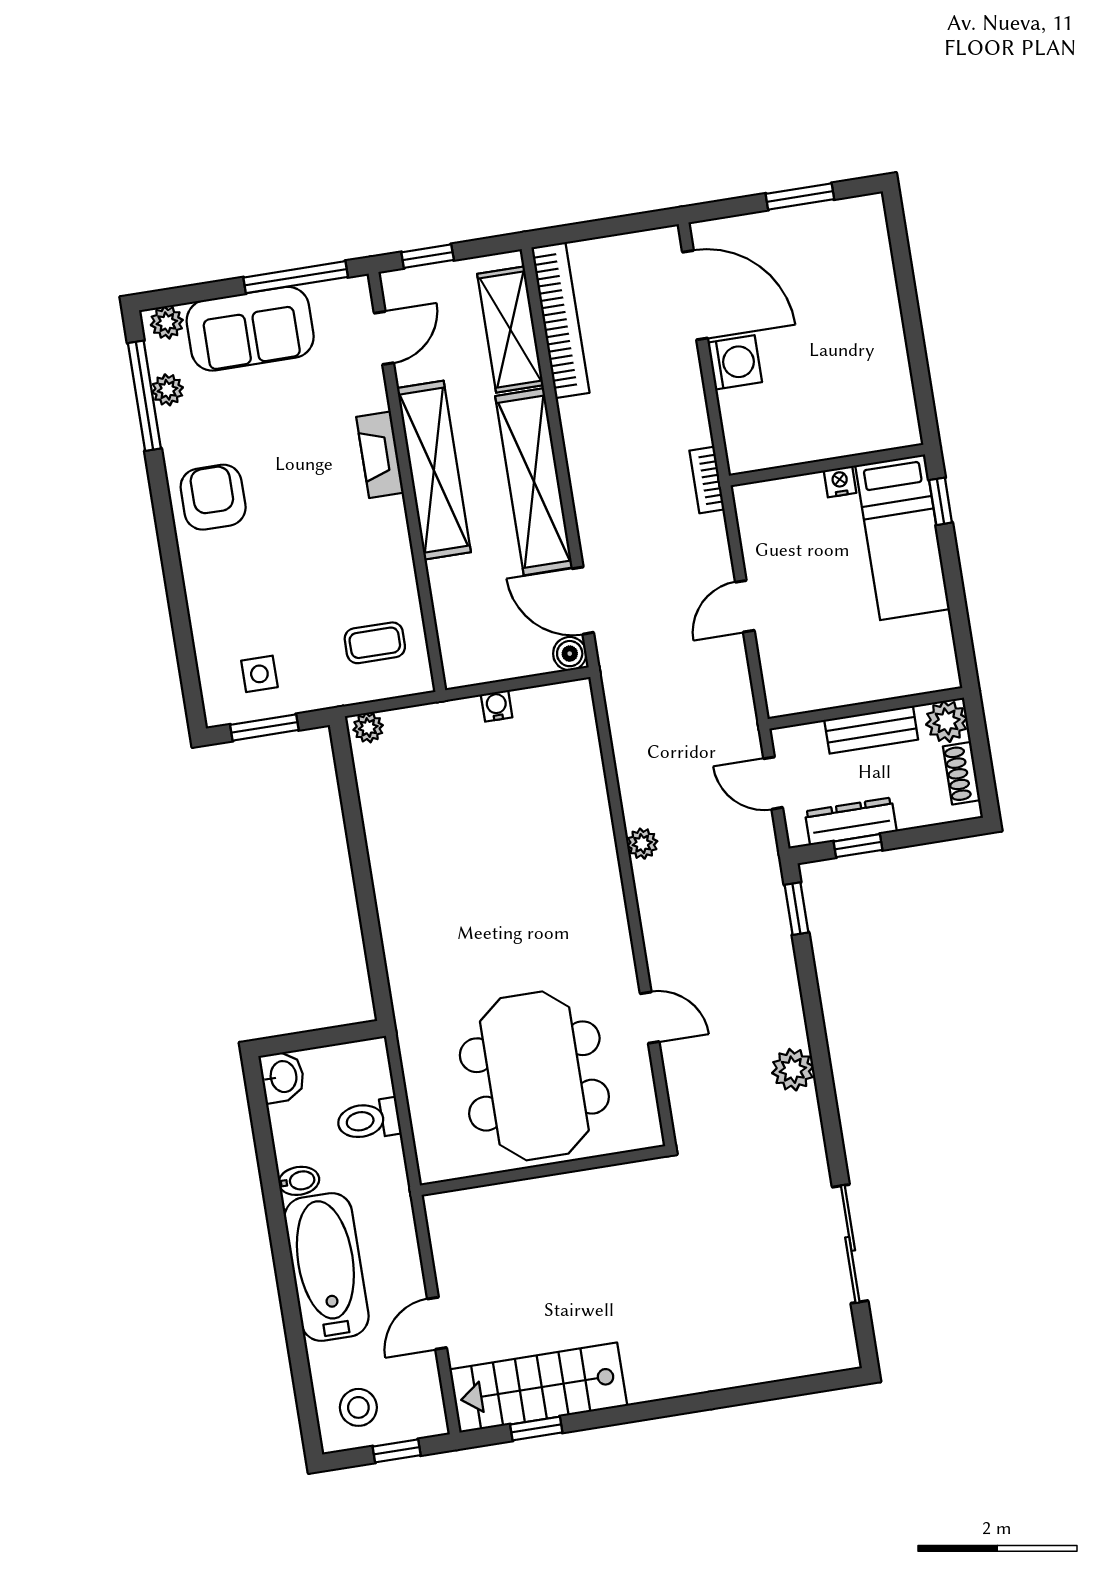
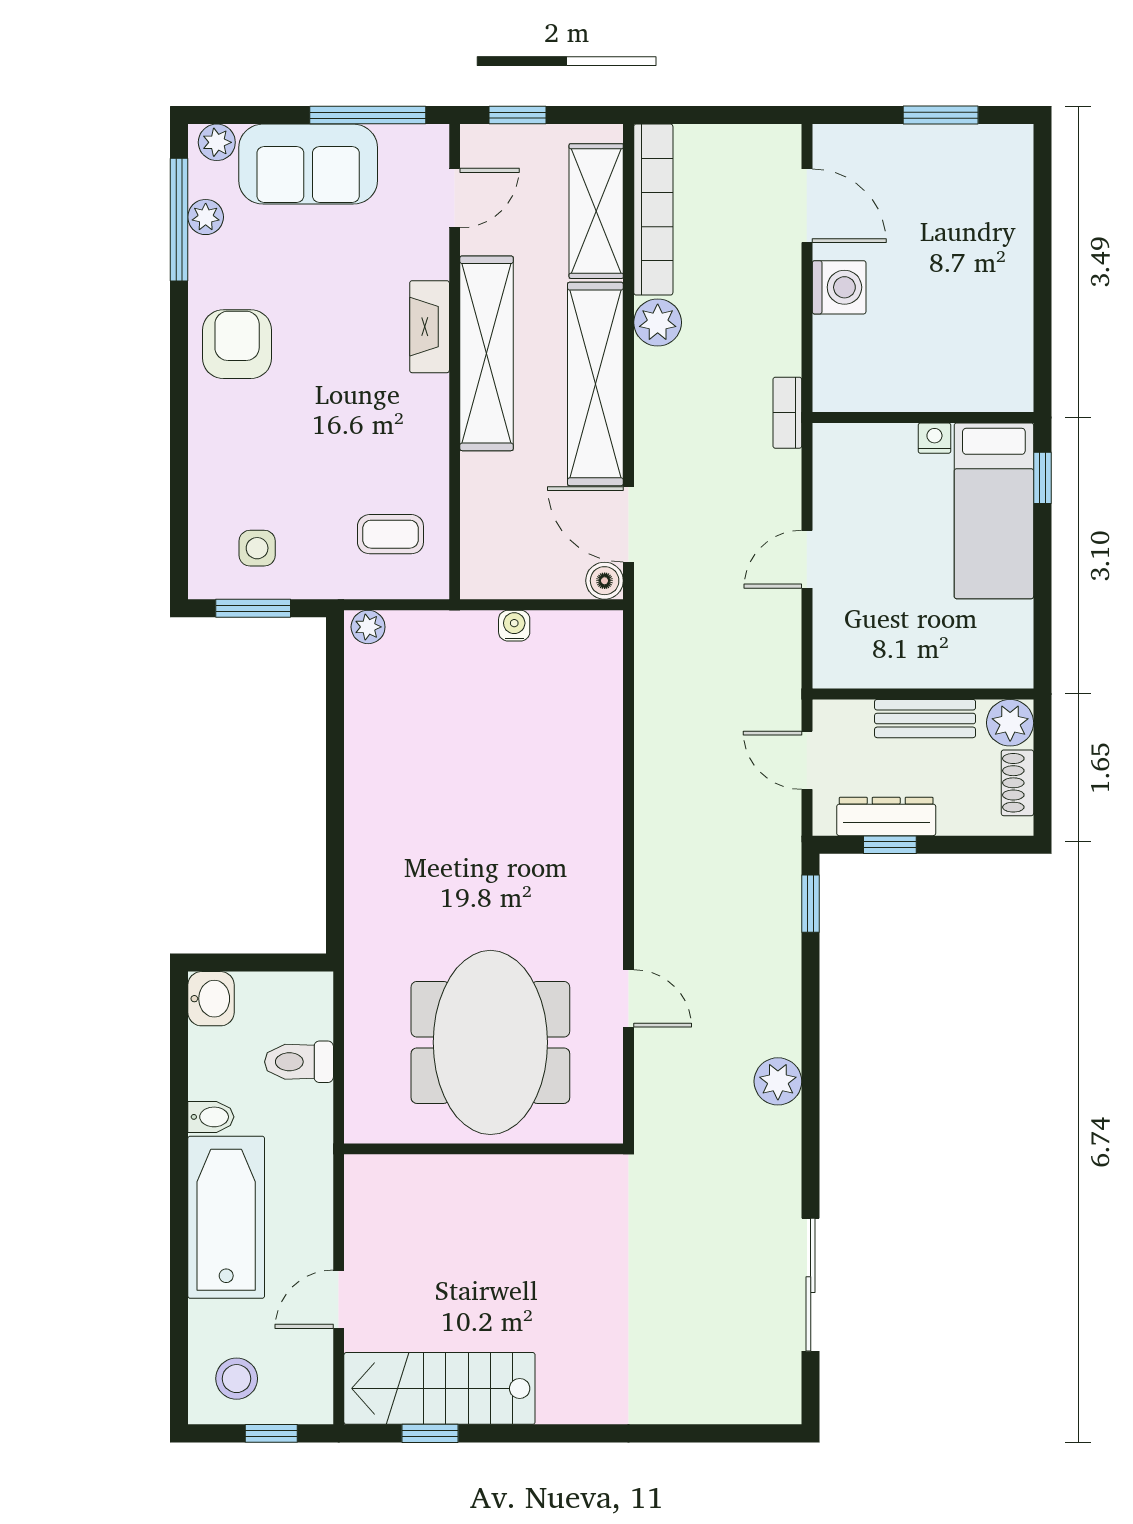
door: (695, 295) -> (807, 206), width x0.73
plant: (642, 844) -> (658, 322), moved, width x1.38, depth x1.38

